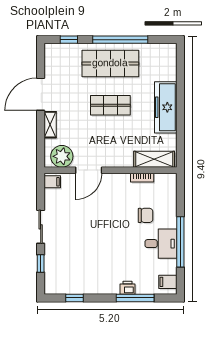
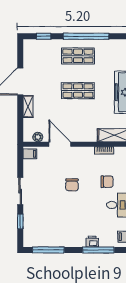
shop shelf: (110, 63) -> (78, 56), width x0.70, depth x0.74
plant: (62, 156) -> (38, 137), width x0.53, depth x0.53
door: (89, 170) -> (60, 144), swing flipped
chair: (103, 219) -> (72, 185), added
window: (75, 298) -> (48, 250), width x2.17

